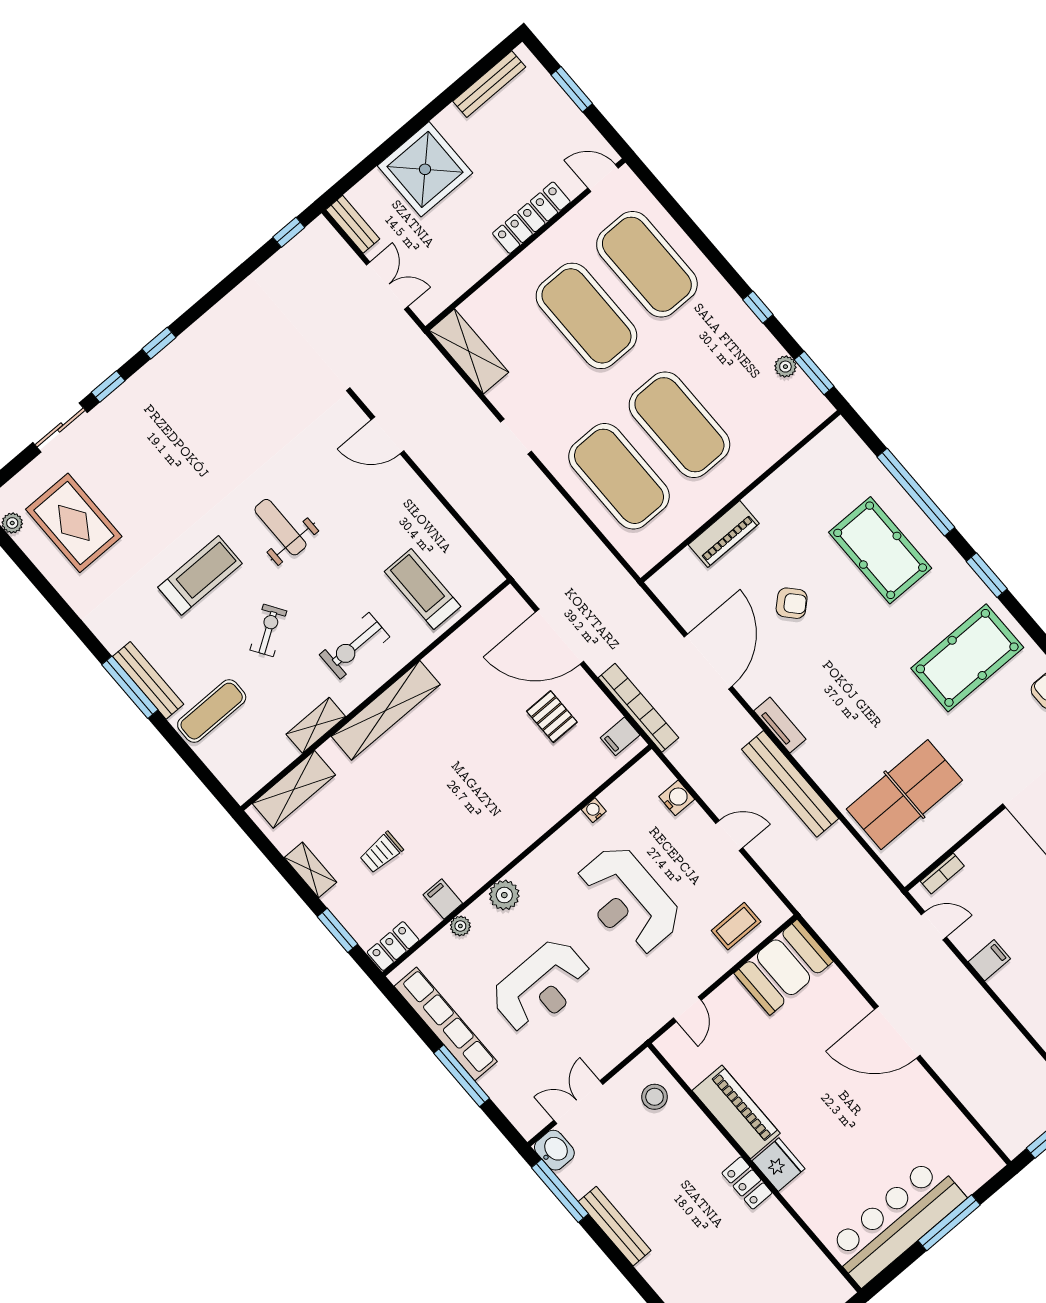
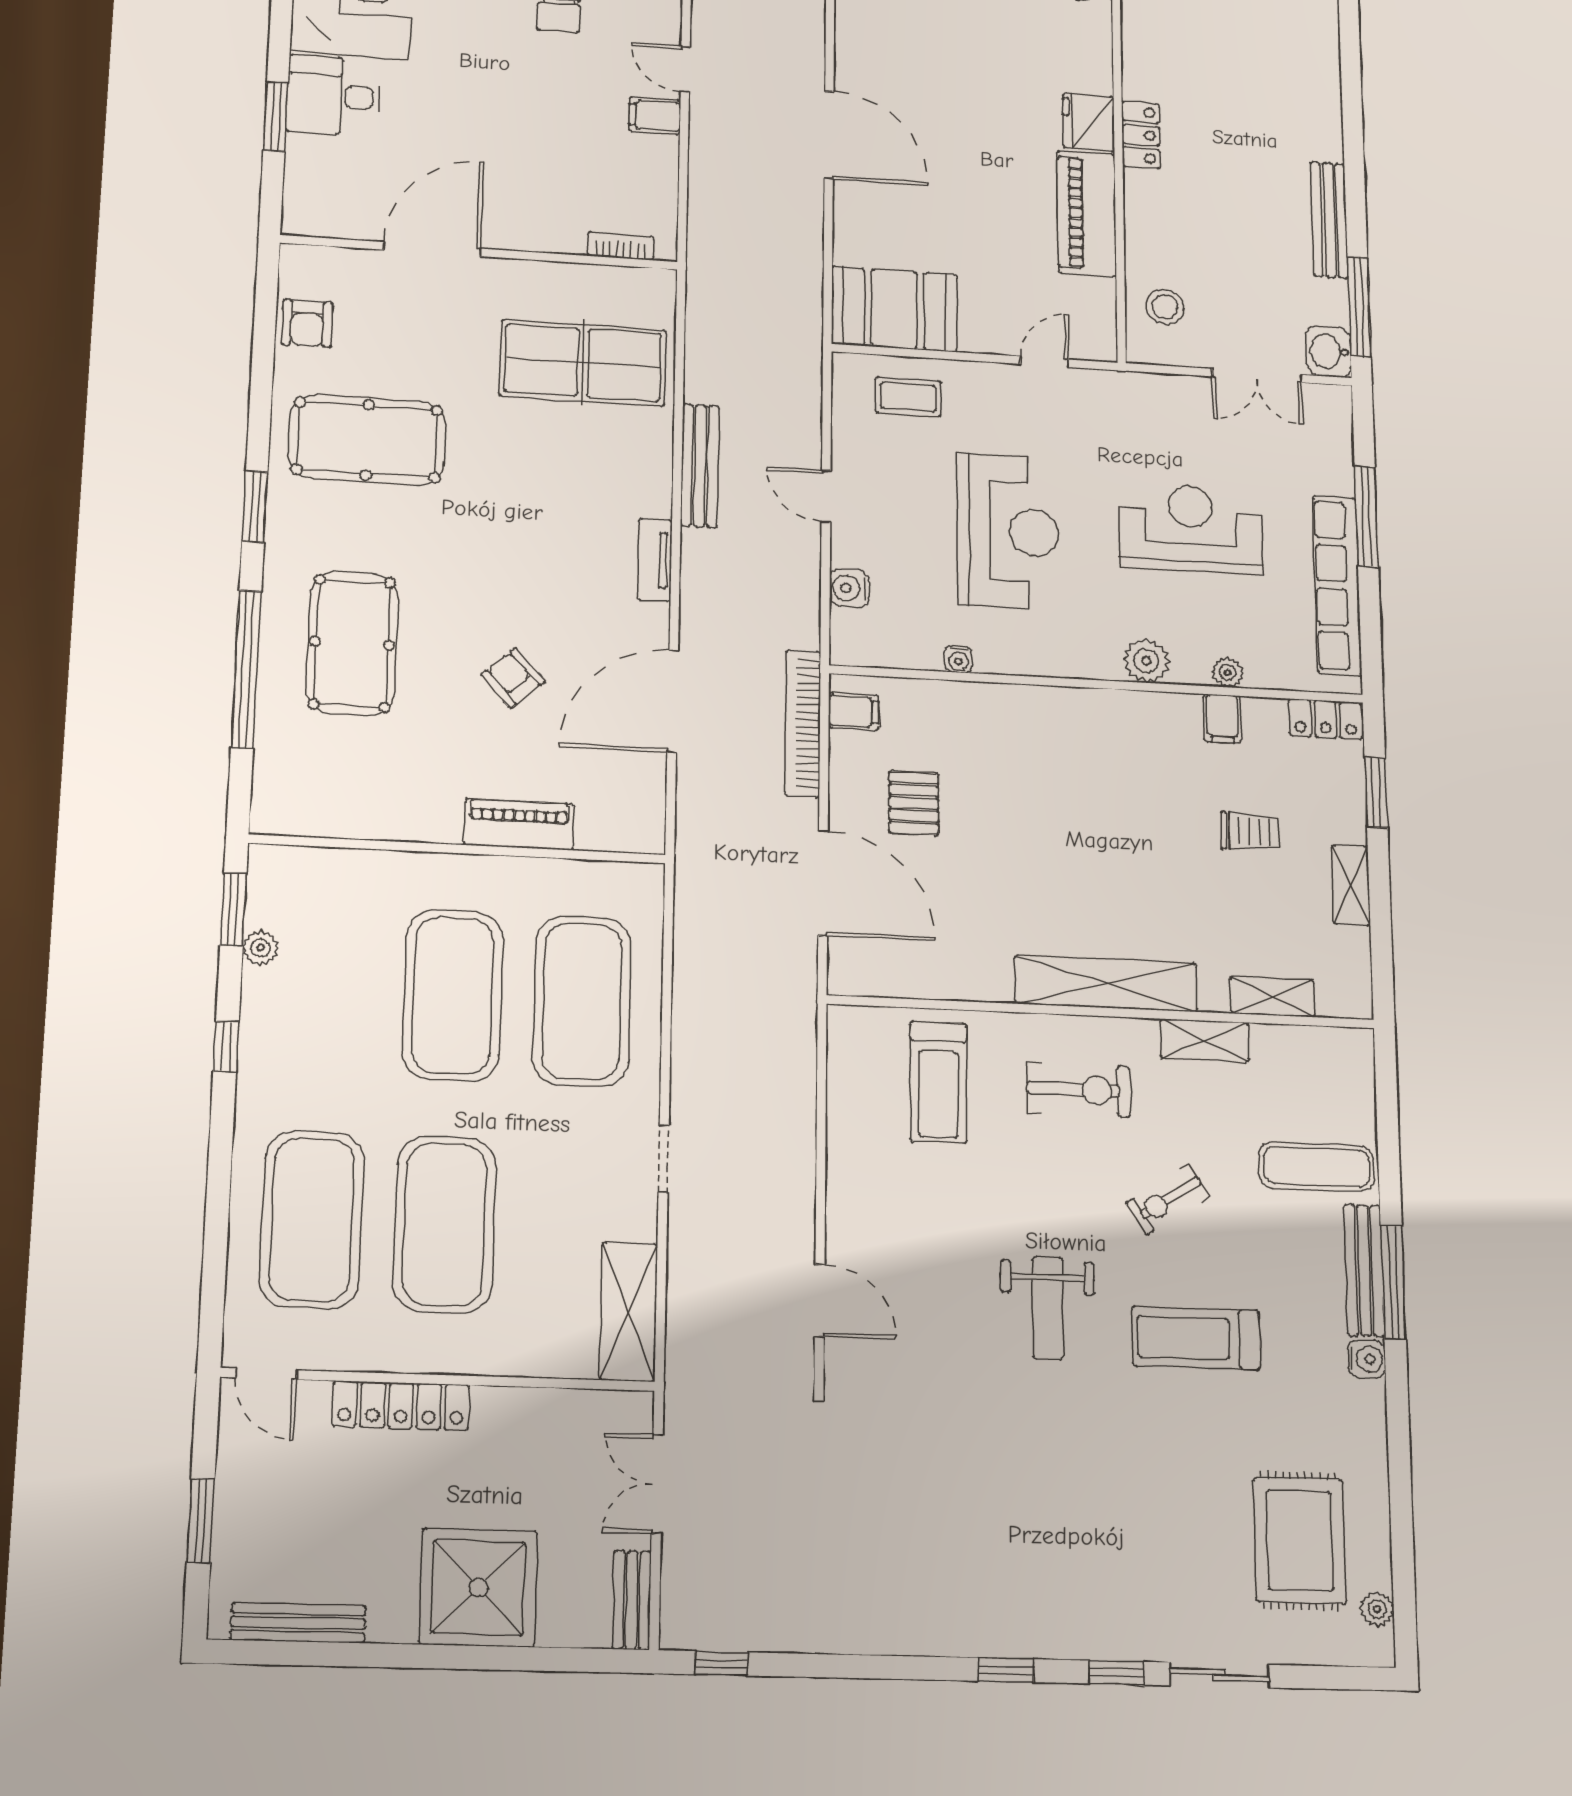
water cooler: (112, 638) -> (1367, 1359), added
bench: (790, 784) -> (700, 466), width x0.73, depth x0.82
shelving: (294, 789) -> (1272, 997), width x0.67, depth x0.75
door: (934, 926) -> (685, 69), moved

